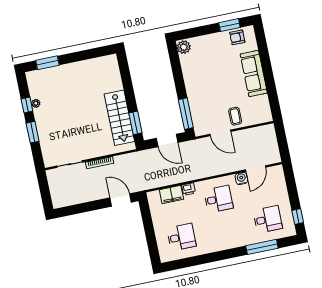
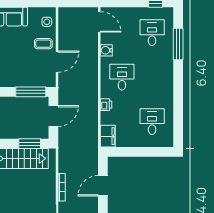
side table: (257, 115) -> (47, 22), added
door: (256, 168) -> (99, 22), moved
filing cabinet: (171, 195) -> (108, 136), moved
door: (121, 200) -> (103, 186), moved

